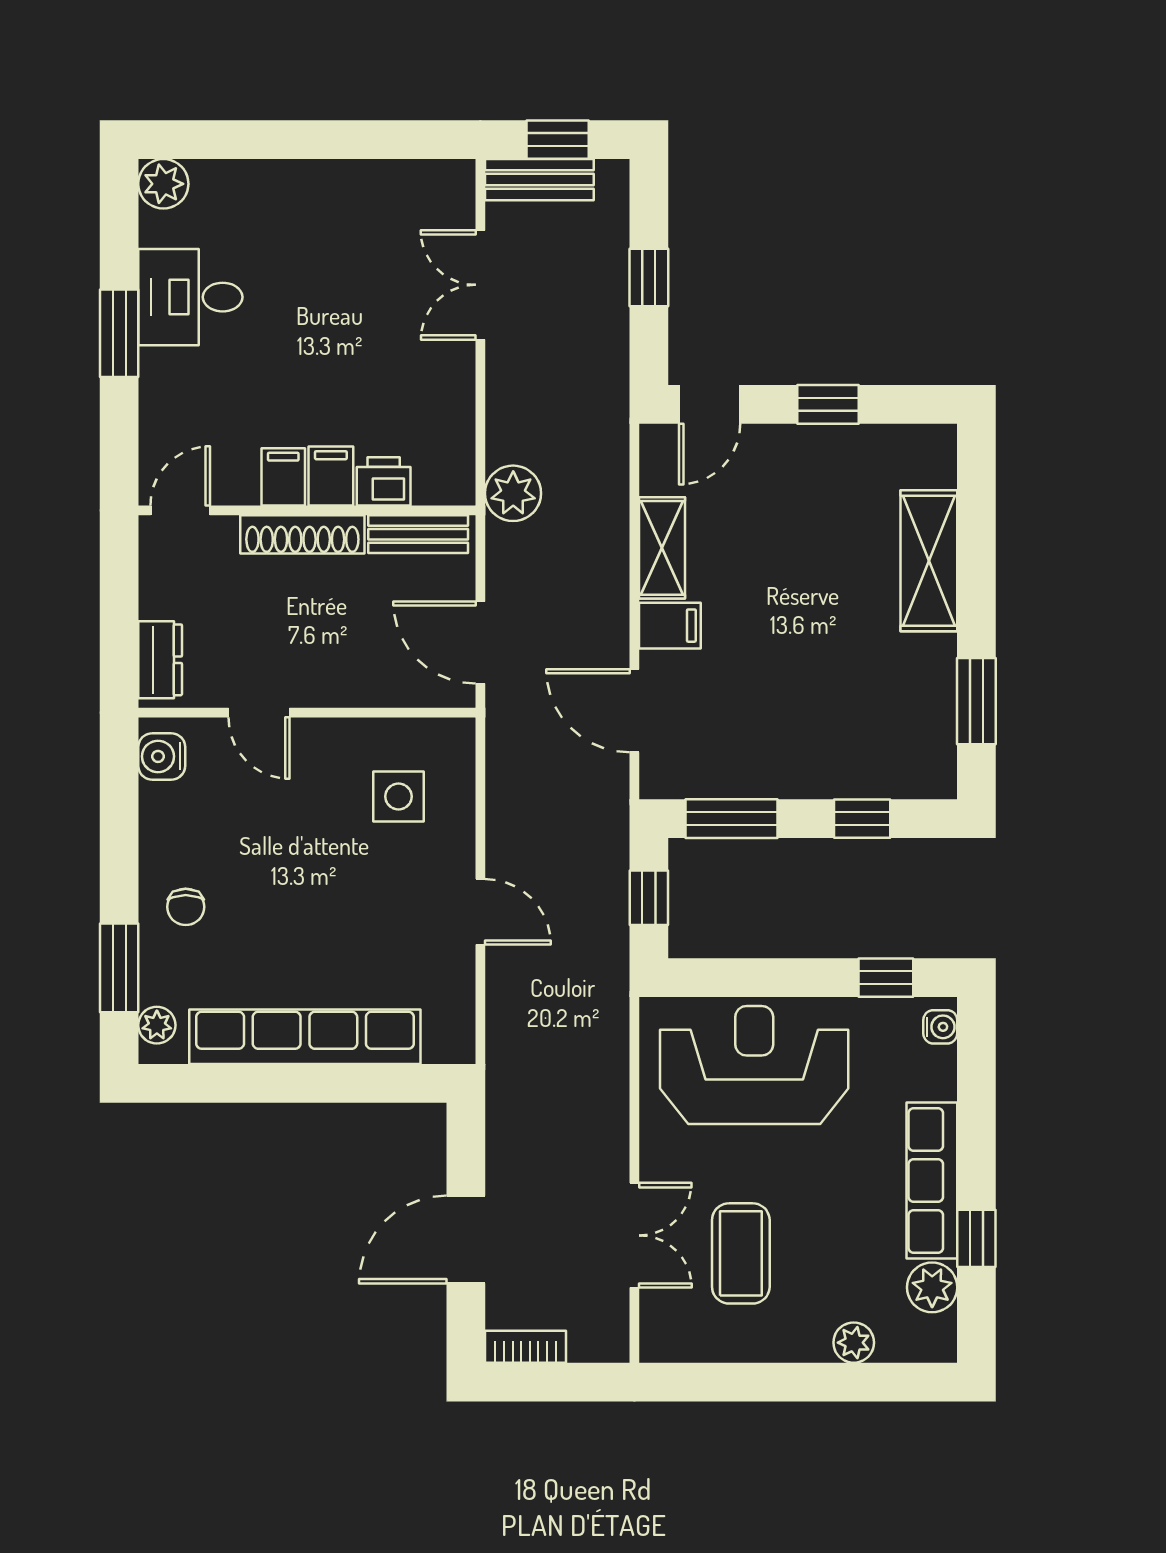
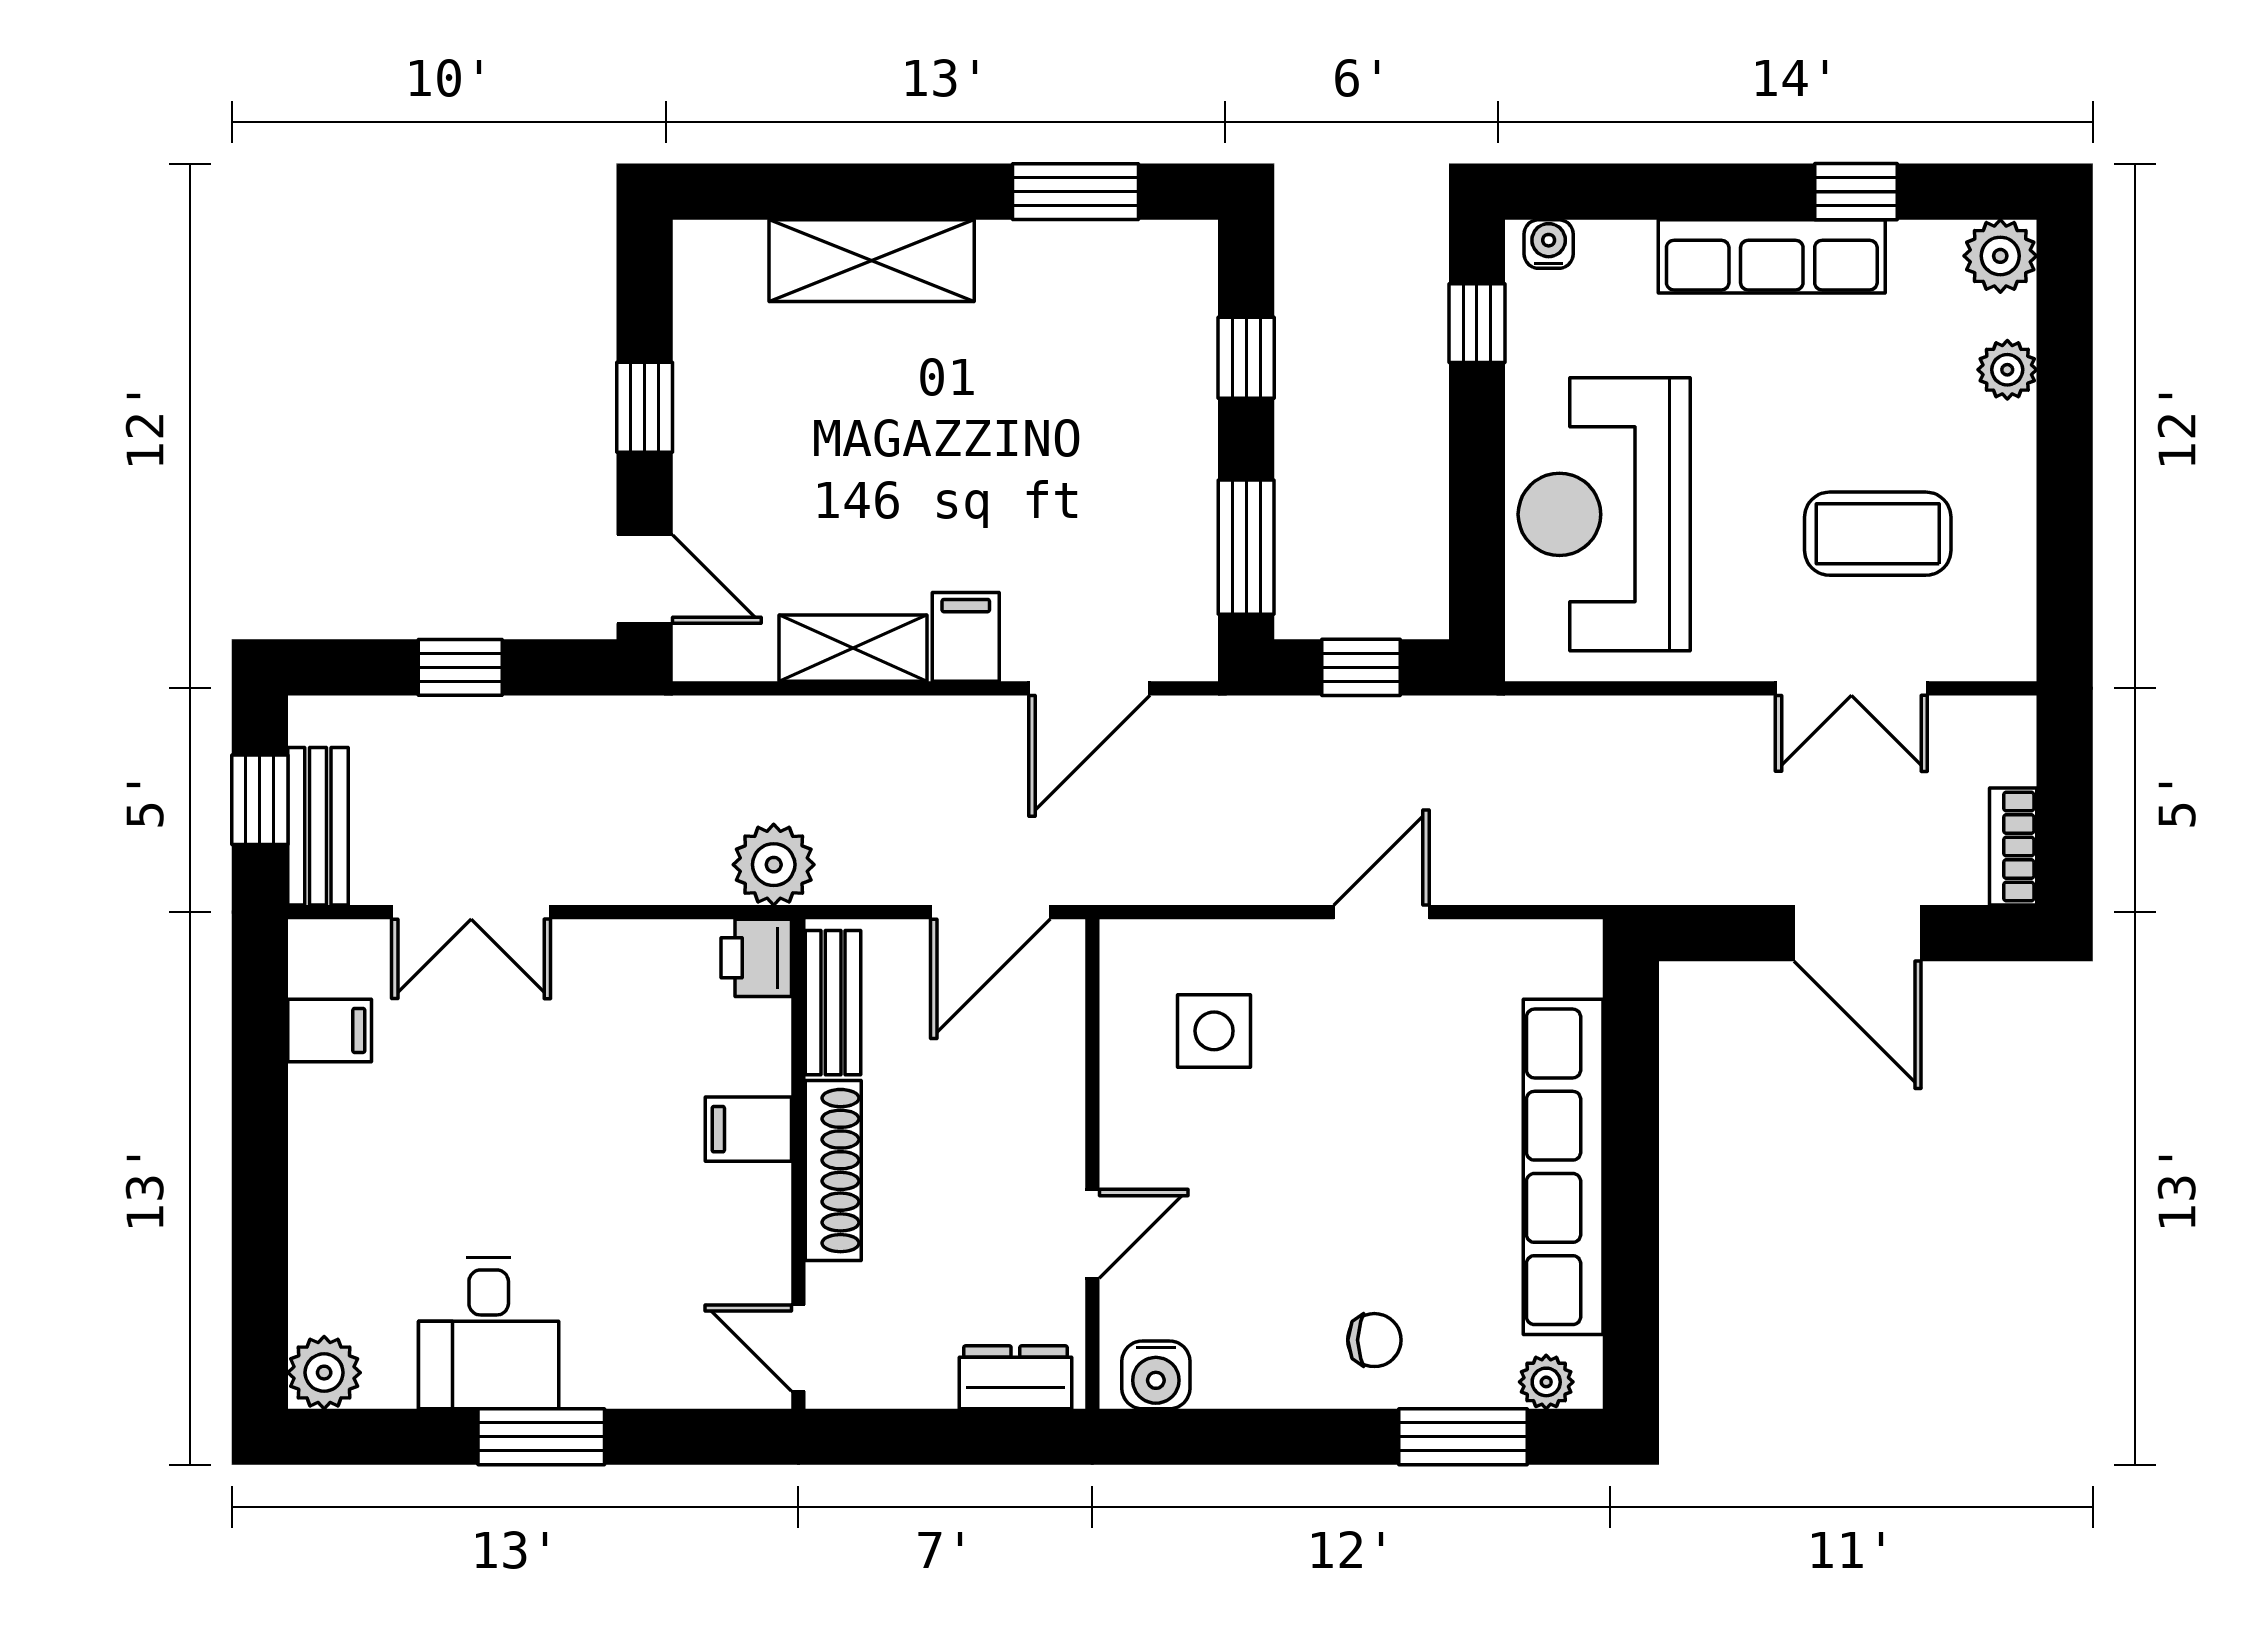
filing cabinet: (283, 477) -> (330, 1030), moved, turned 180
printer: (384, 481) -> (756, 958), moved
double door: (634, 1235) -> (1851, 688), swing flipped
plant: (932, 1287) -> (2000, 256), moved

